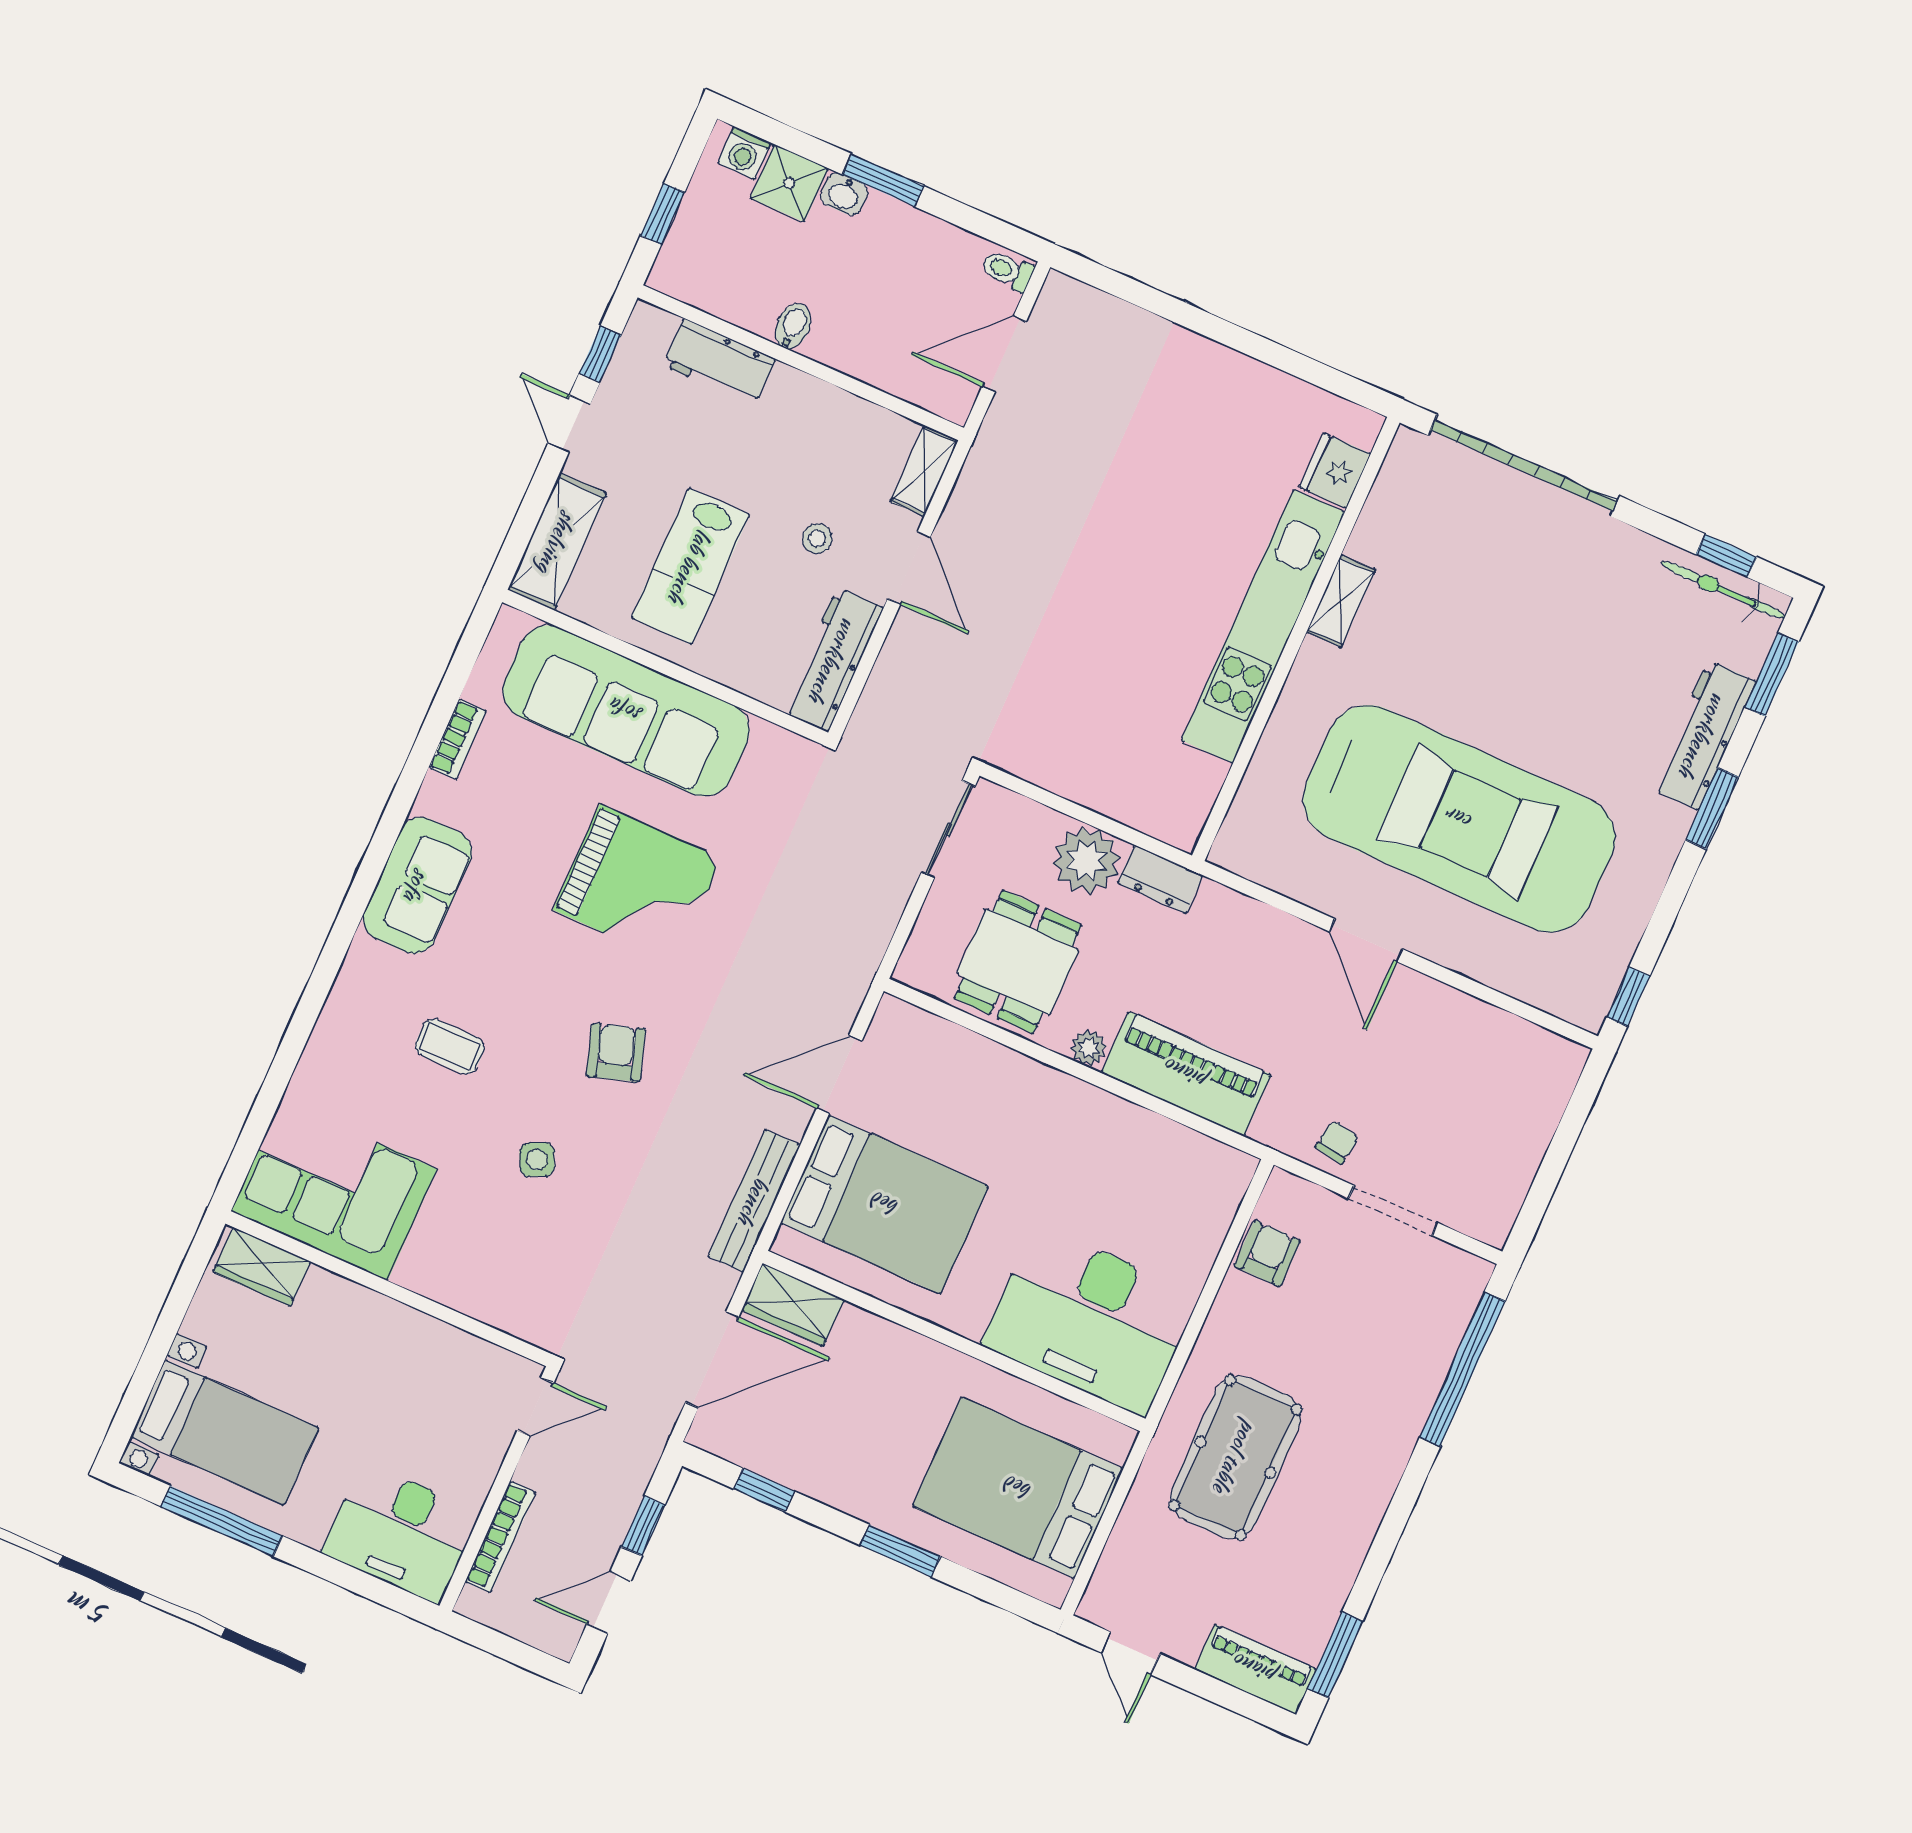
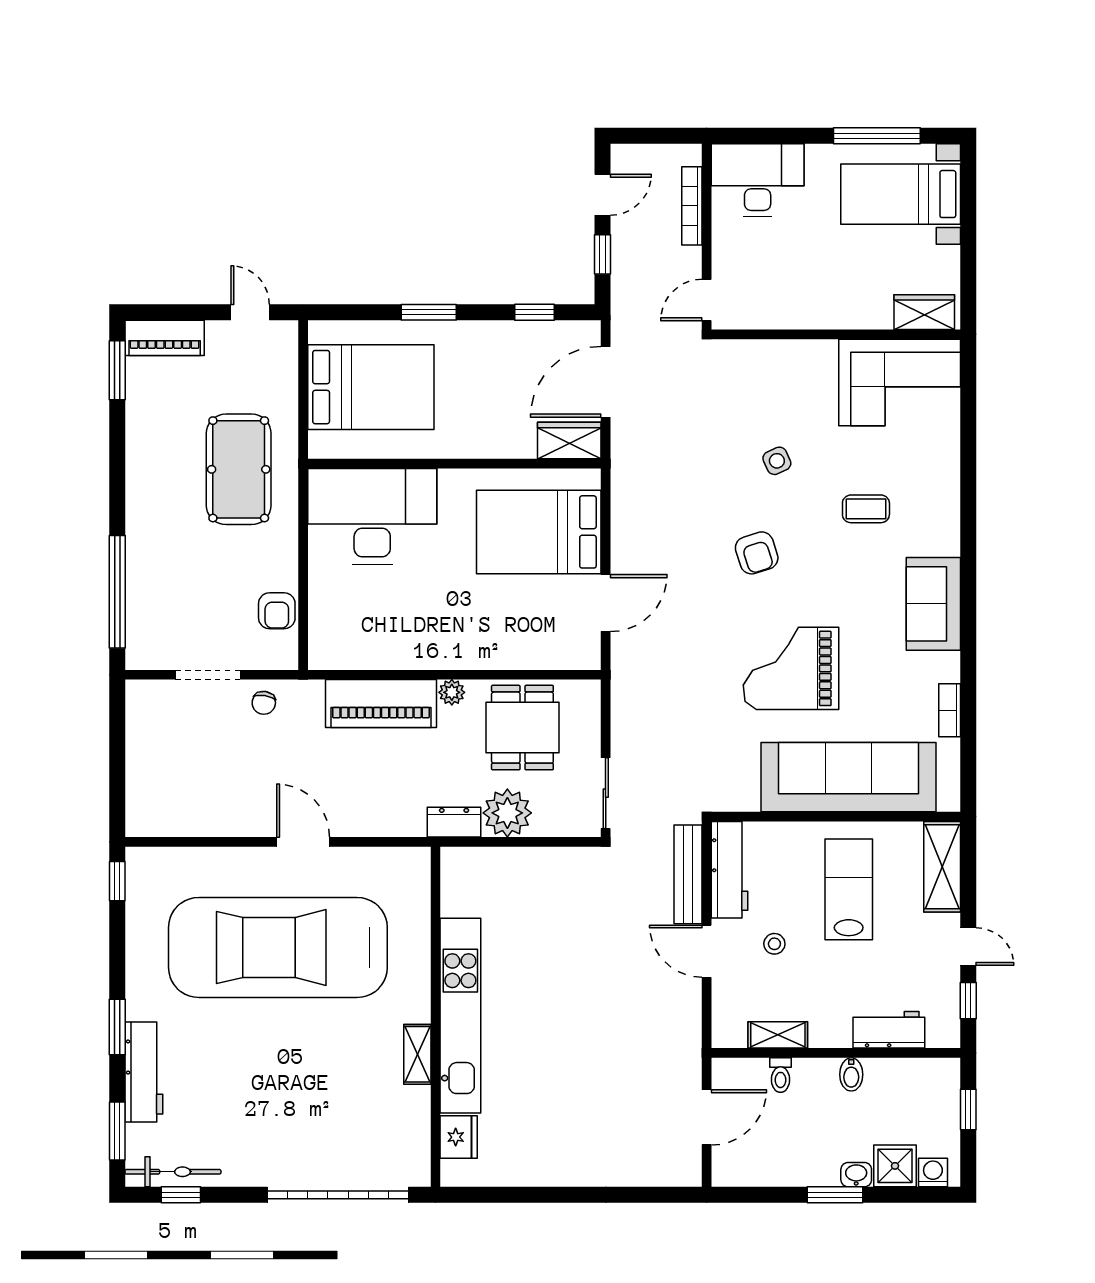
toilet: (1007, 270) -> (780, 1075), moved, turned 90
shelving: (924, 471) -> (778, 1035), moved, turned 90
bench: (754, 1201) -> (688, 874), moved

